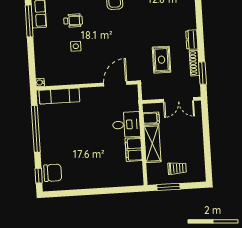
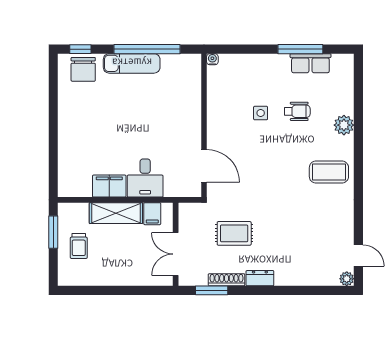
wheelchair: (73, 21) -> (297, 111), turned -90
exam couch: (59, 96) -> (132, 63), moved, turned -90

